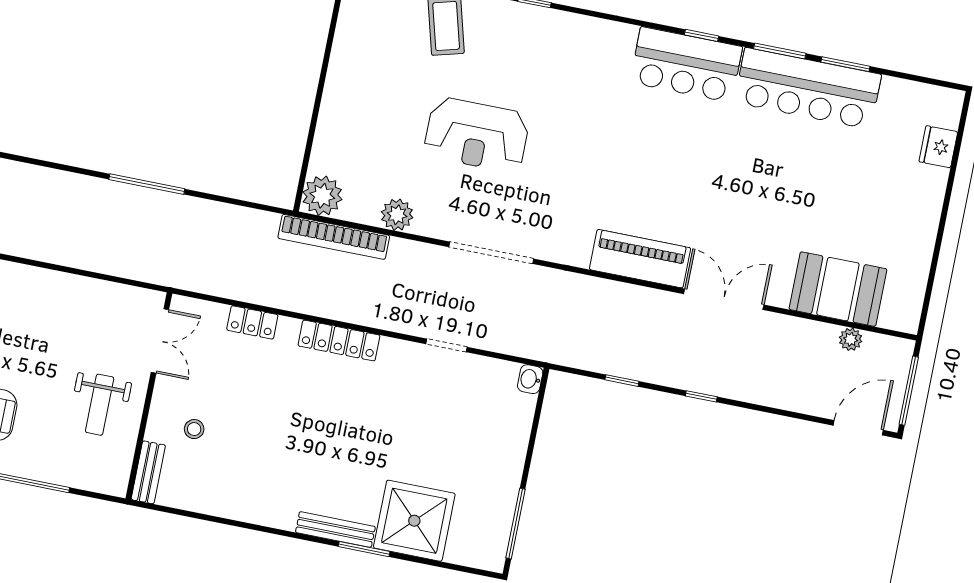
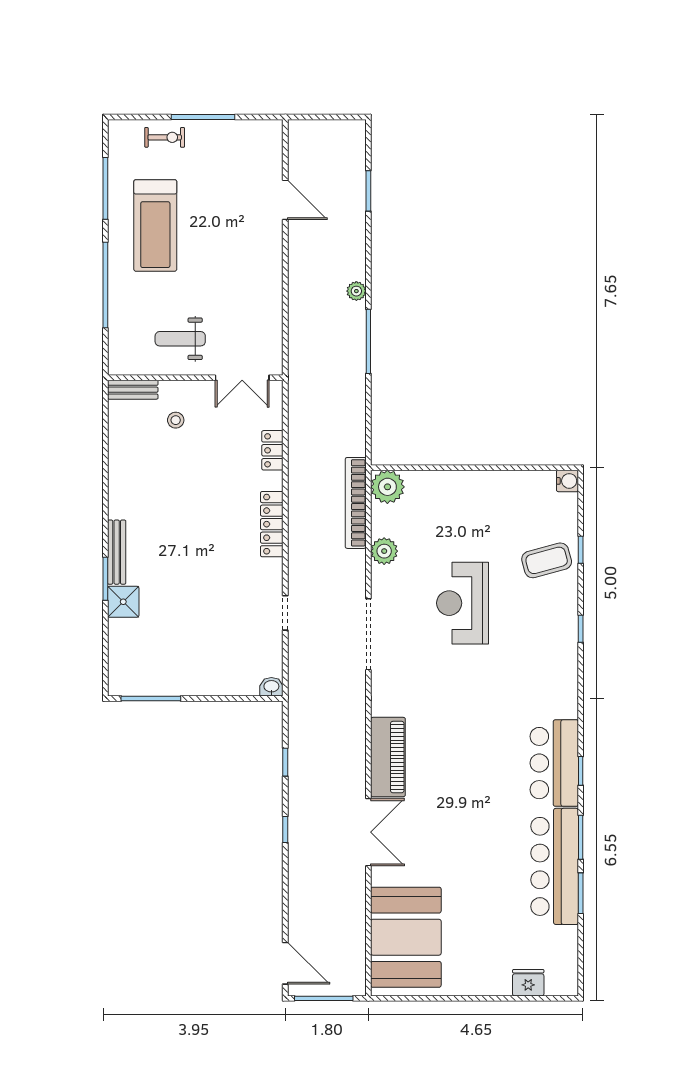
booth: (838, 289) -> (406, 937), width x1.36, depth x1.42
plant: (851, 339) -> (356, 291), moved
shower: (414, 521) -> (123, 602), width x0.54, depth x0.54

